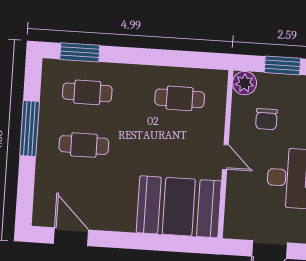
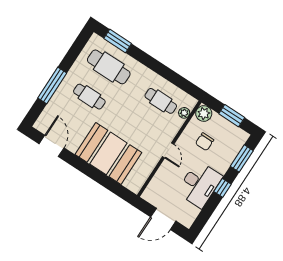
cafe table: (87, 92) -> (109, 67), width x1.37, depth x1.35
plant: (219, 97) -> (184, 113), added
window: (30, 129) -> (52, 86), moved
booth: (179, 207) -> (108, 153), moved

